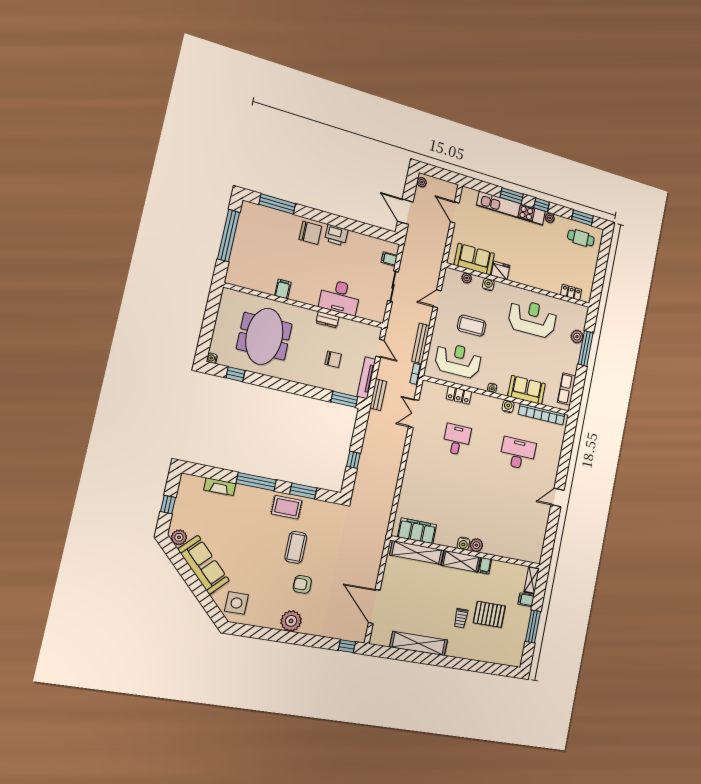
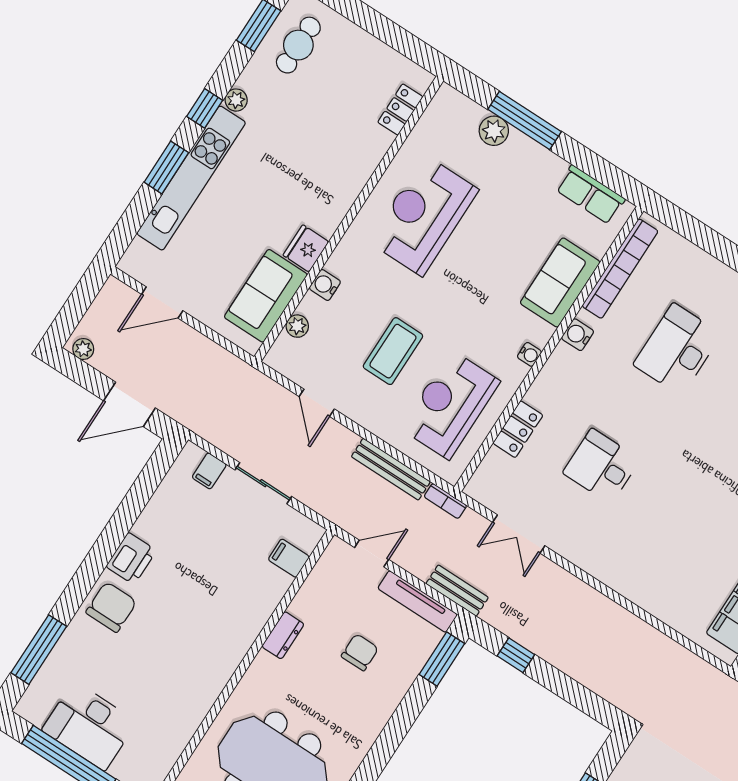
filing cabinet: (283, 289) -> (289, 558), moved
desk: (340, 297) -> (89, 726), moved, turned 90
window: (353, 460) -> (516, 655), moved

